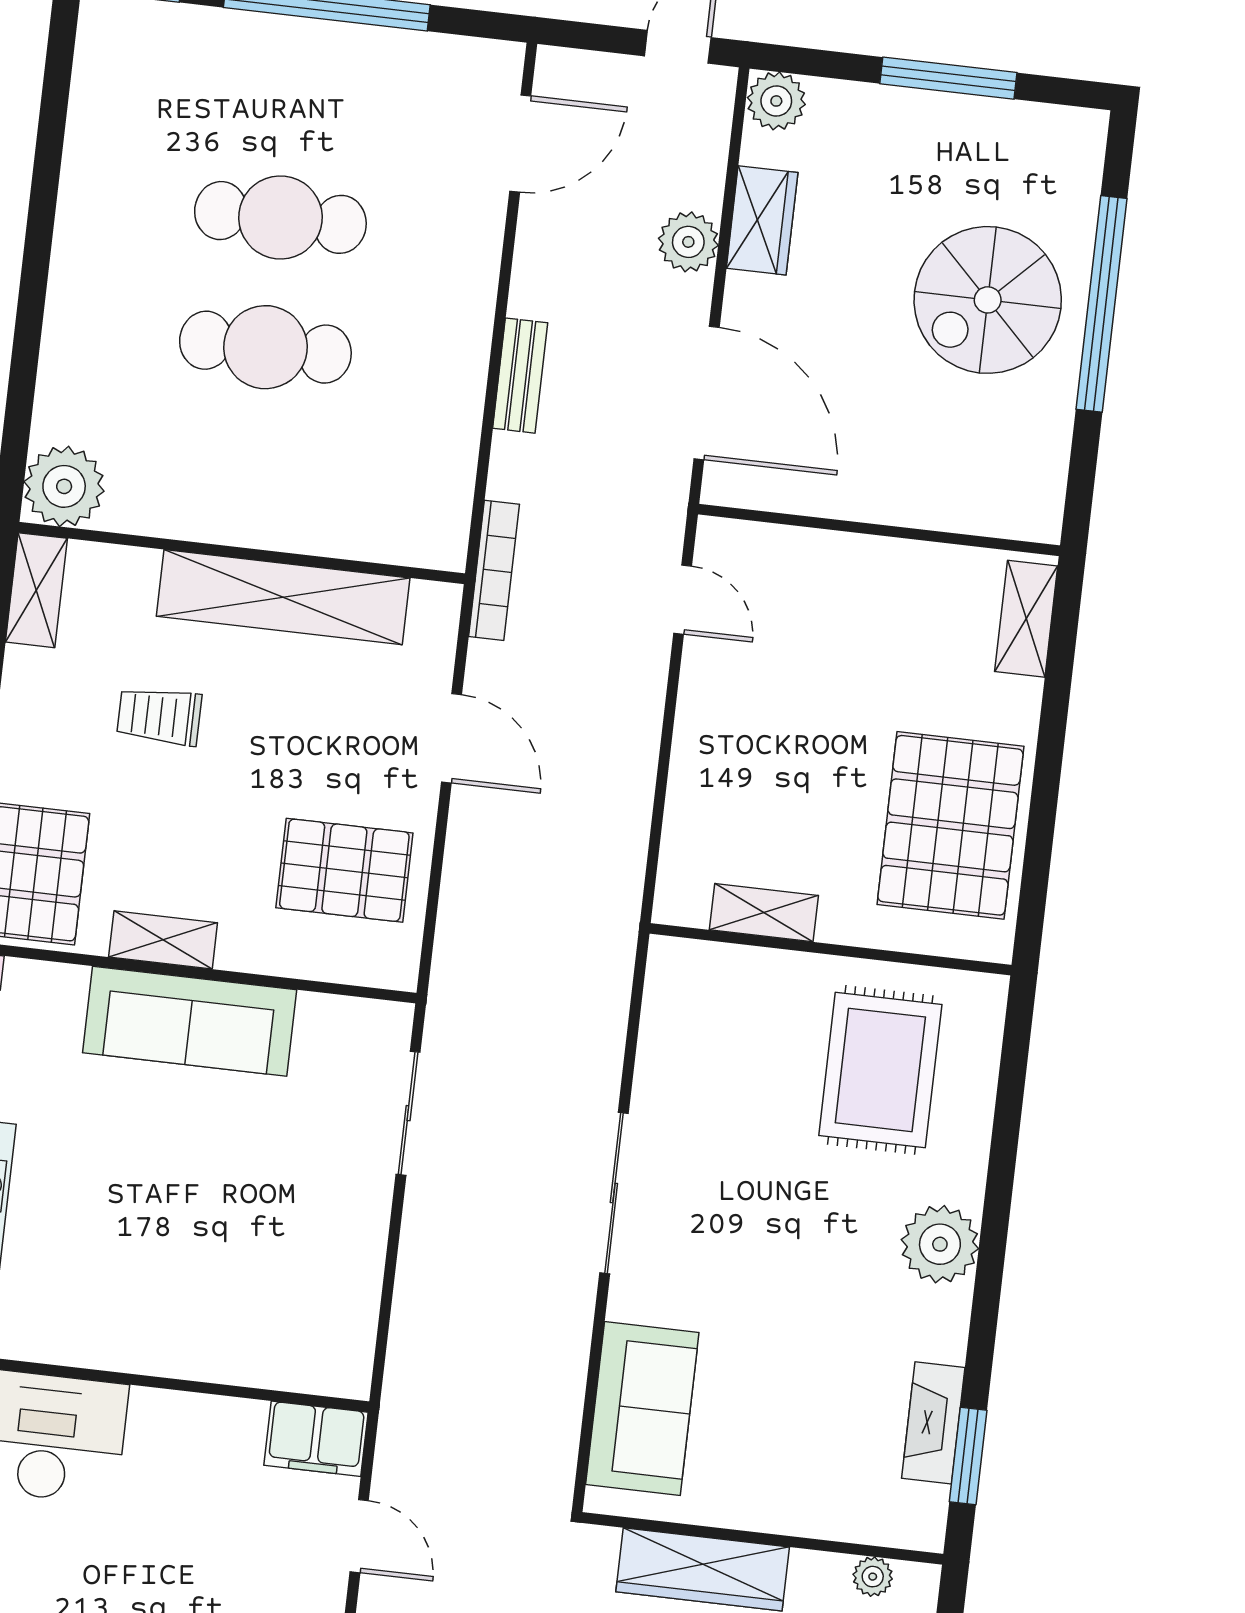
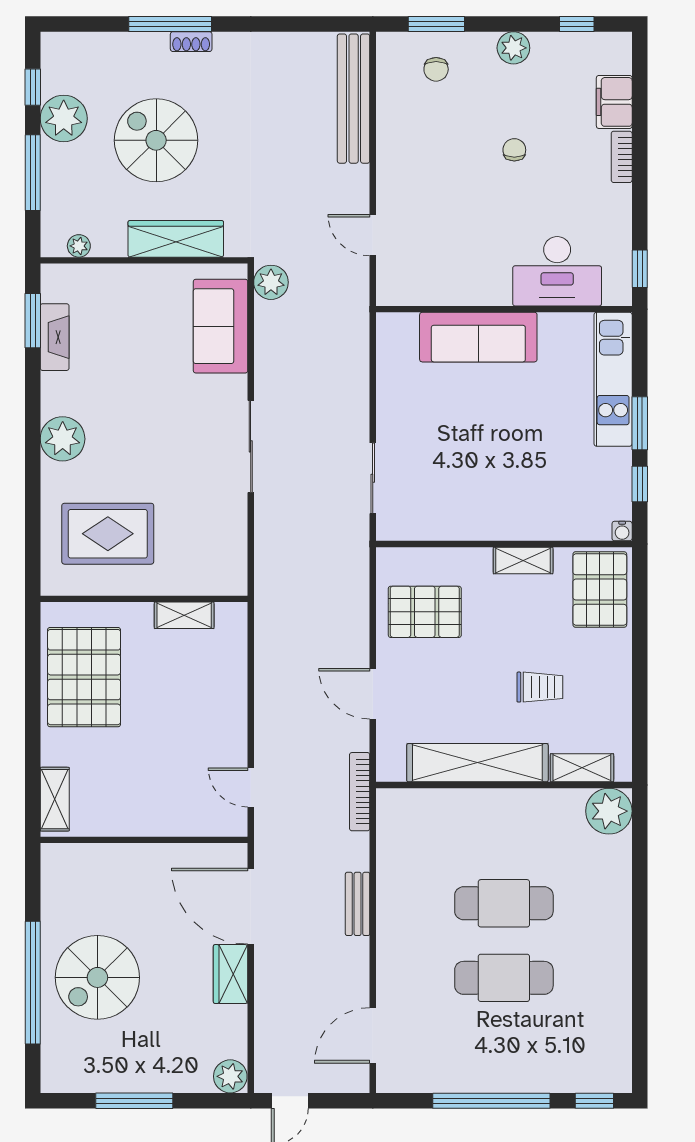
wardrobe: (762, 220) -> (231, 974), moved
plant: (688, 242) -> (271, 282), moved
spiral stairs: (988, 300) -> (97, 977), turned 180
shelving: (36, 590) -> (582, 768), moved, turned 90
sofa: (190, 1021) -> (478, 337), moved, turned 180
rug: (880, 1070) -> (108, 534), turned 90
filing cabinet: (316, 1439) -> (404, 288), removed

